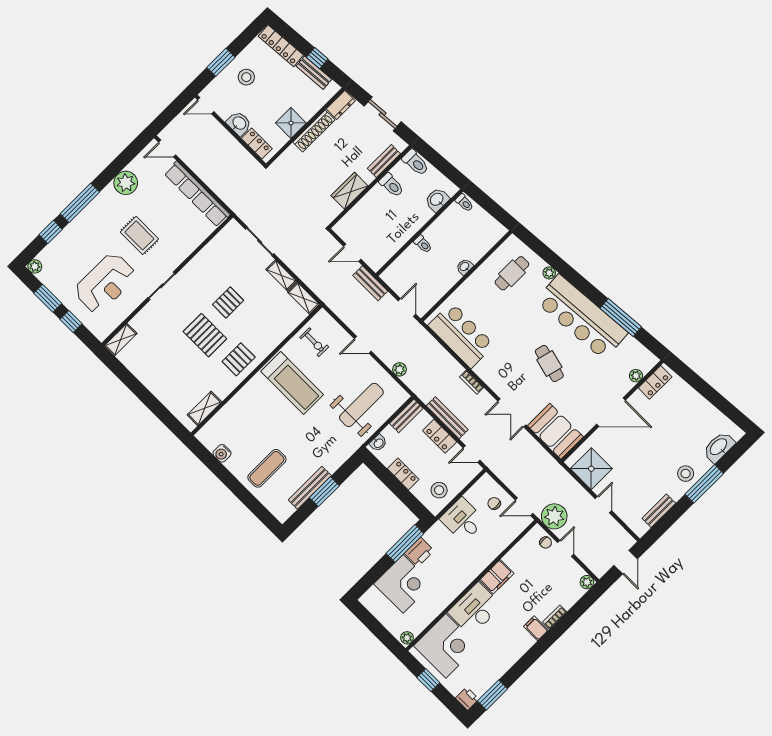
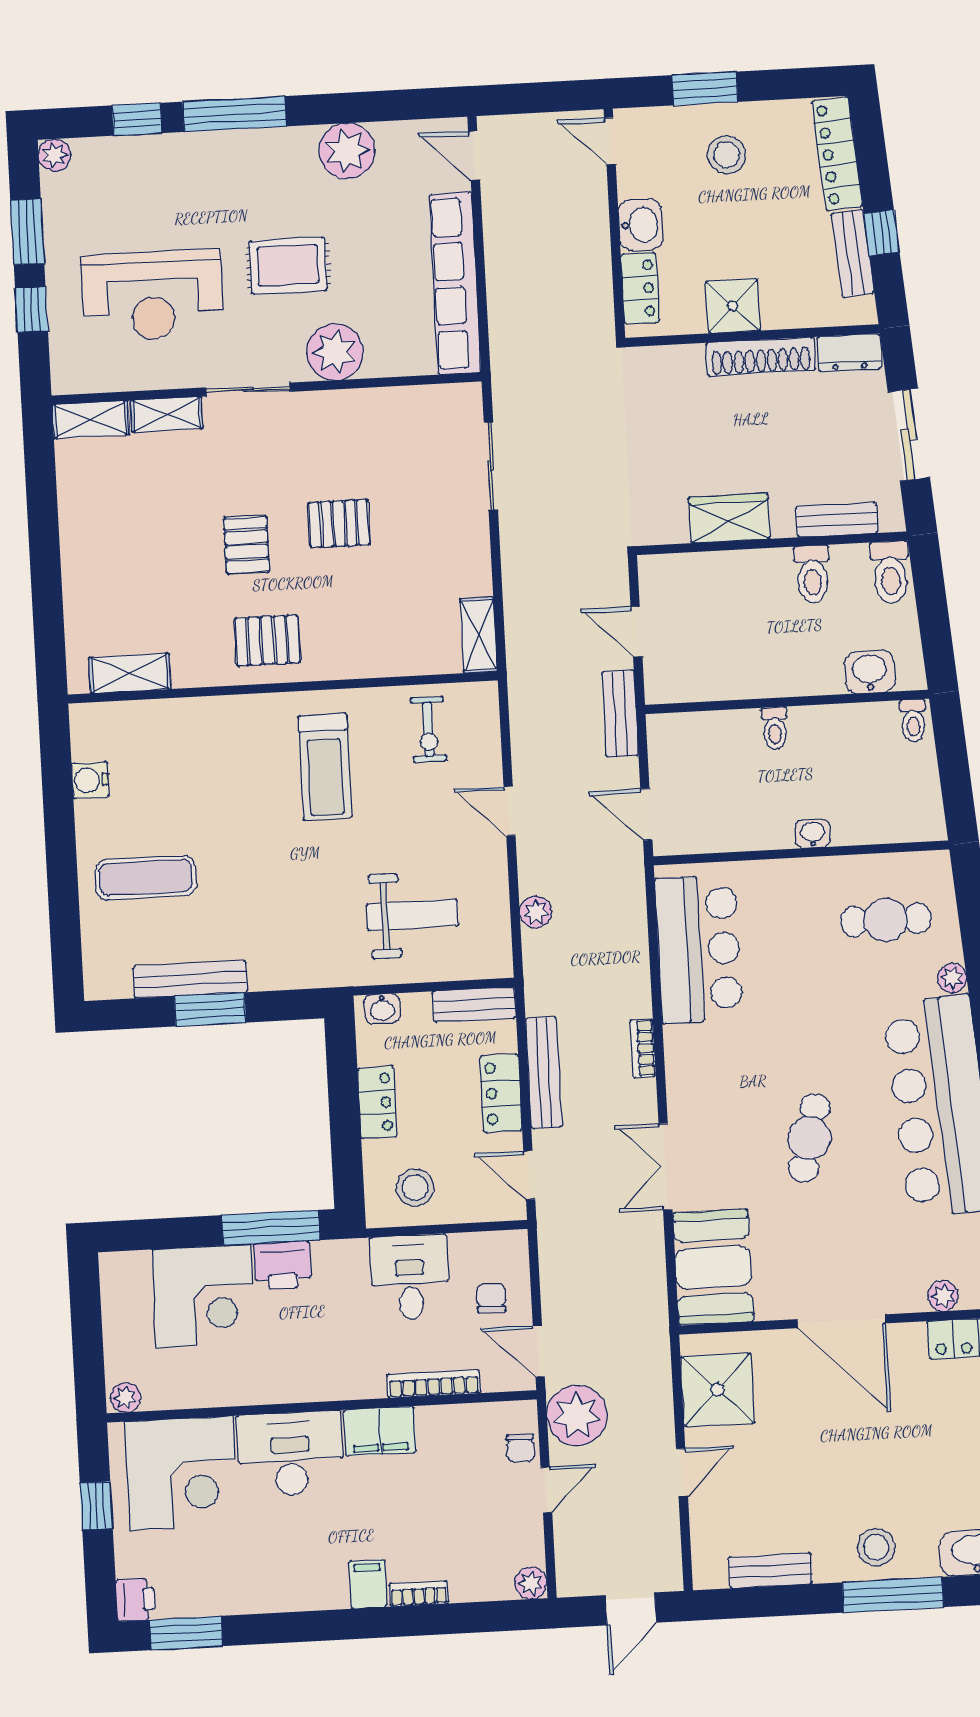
rug: (139, 235) -> (288, 265), turned 90
plant: (179, 250) -> (335, 352), added
shelving: (281, 275) -> (167, 414), moved, turned 90
door: (407, 307) -> (646, 814), swing flipped
pallet: (205, 335) -> (247, 545), width x0.67, depth x0.71
treadmill: (292, 383) -> (325, 767), width x0.73, depth x0.73
weight bench: (361, 405) -> (412, 915), width x0.73, depth x0.75
bookcase: (500, 547) -> (434, 1384), added

